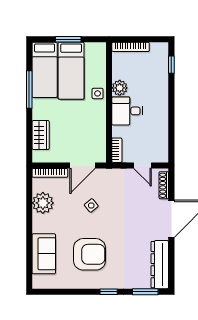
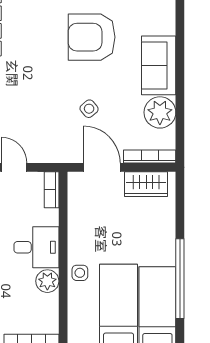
window: (29, 89) -> (180, 279), width x1.46
wardrobe: (41, 135) -> (146, 184), moved, turned -90
door: (83, 165) -> (102, 167), hinge flipped
sofa: (44, 254) -> (159, 65), moved

